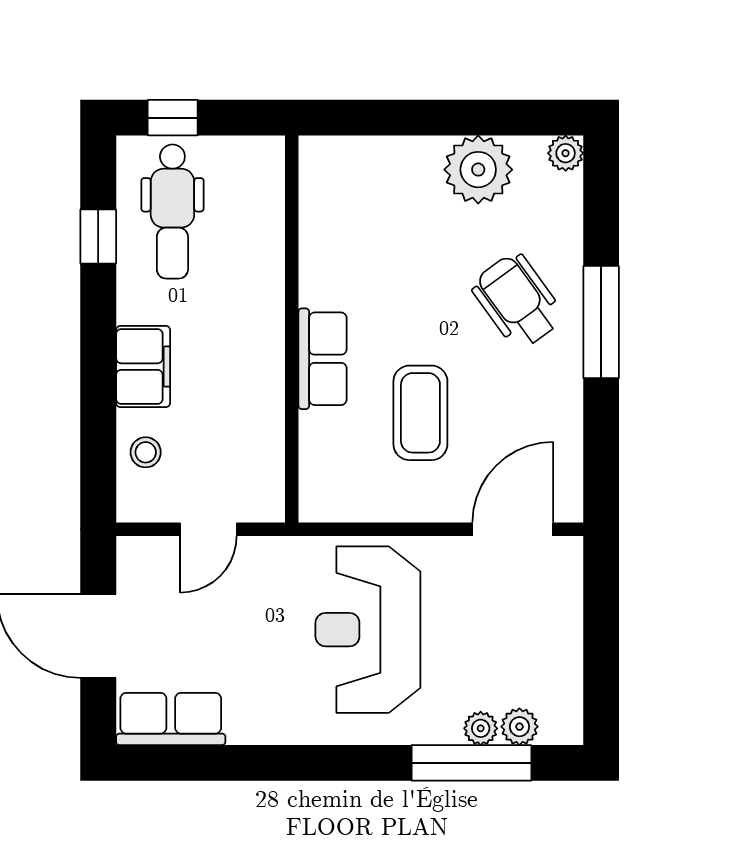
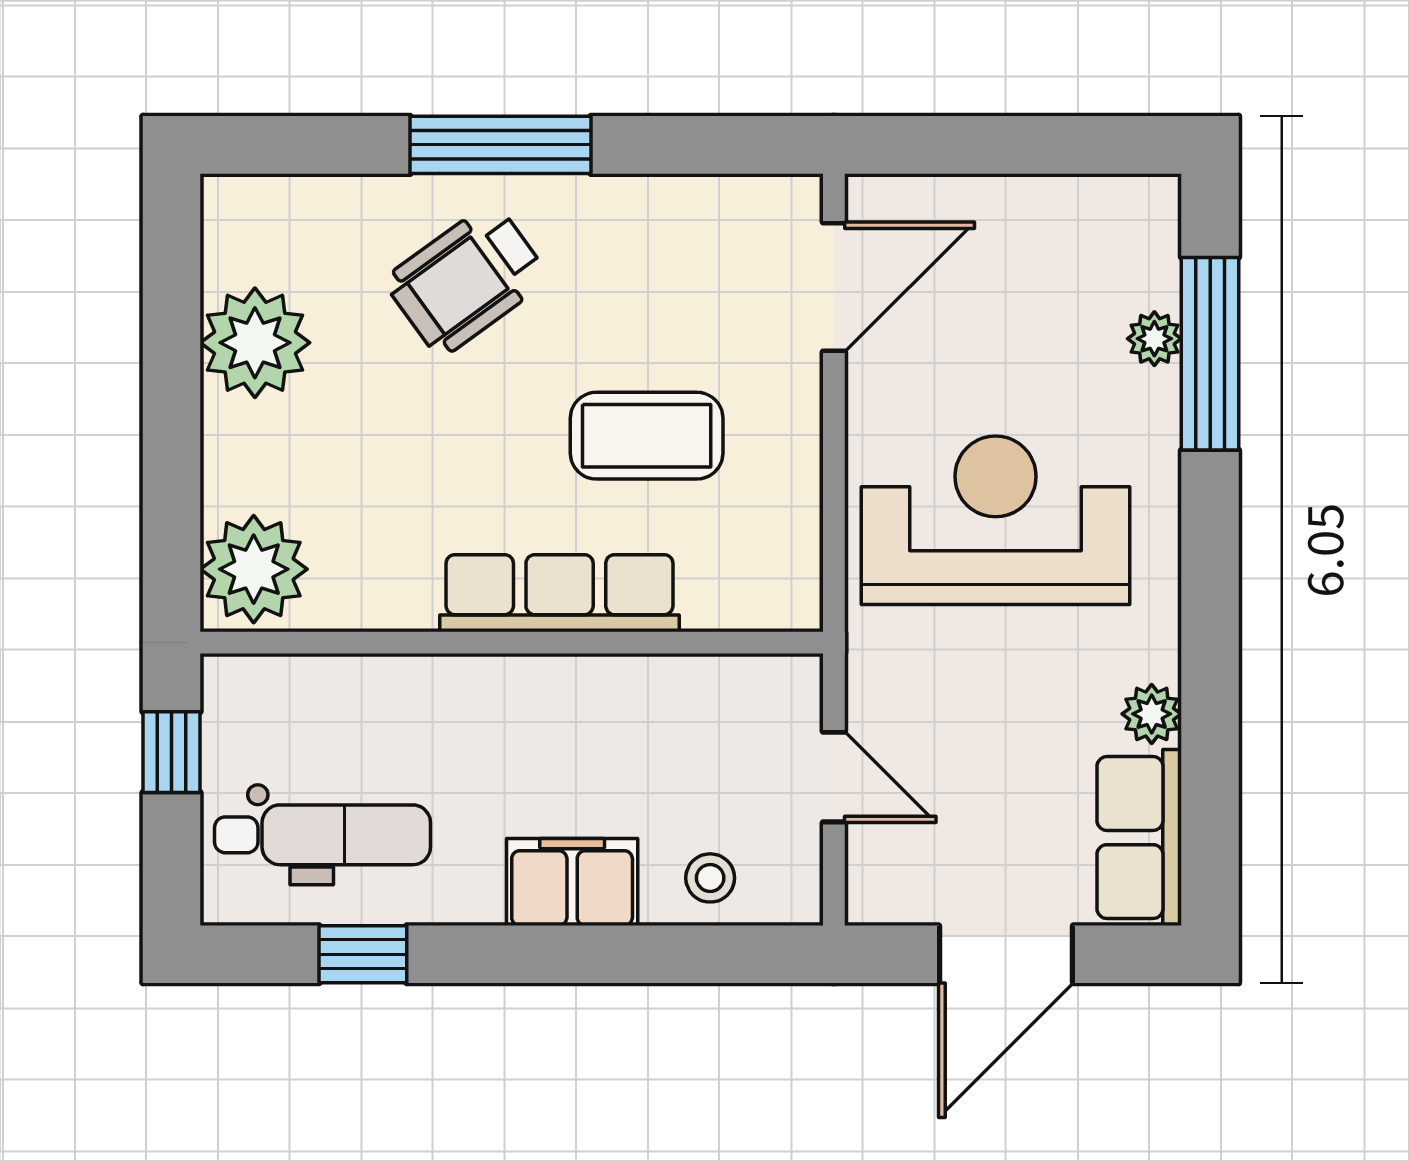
window: (173, 118) -> (171, 752), moved
plant: (566, 153) -> (254, 569), moved, width x1.88, depth x1.88
row of seats: (323, 359) -> (560, 593), width x1.48
door: (513, 529) -> (834, 287), swing flipped
reception desk: (368, 630) -> (996, 520), turned 180
plant: (519, 727) -> (1152, 714), moved

